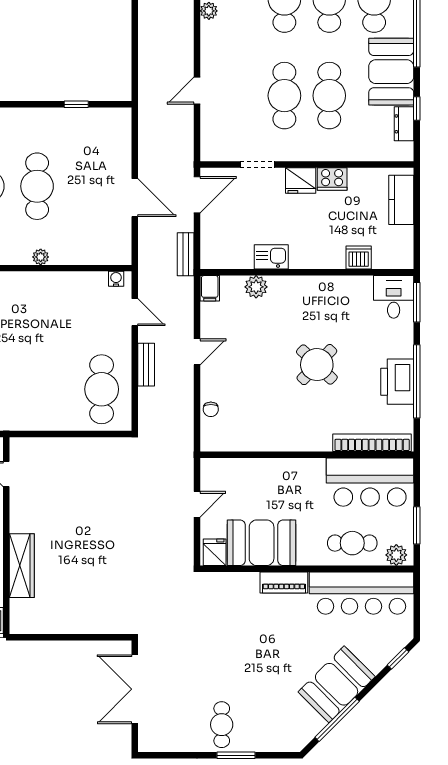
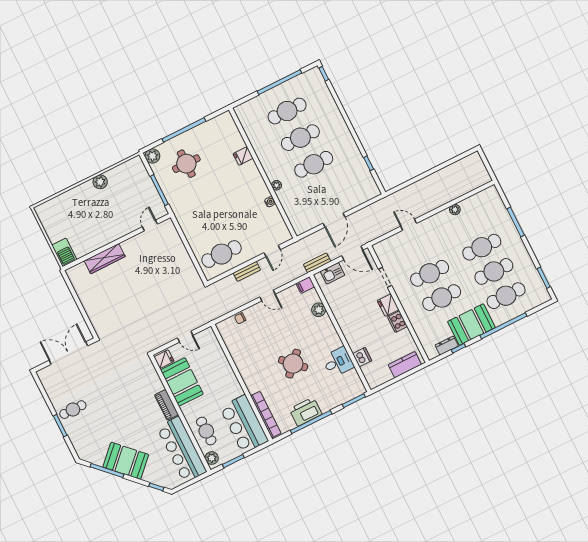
kitchen sink: (271, 257) -> (333, 273), moved, turned 90
water cooler: (116, 279) -> (270, 202), moved
desk: (394, 297) -> (338, 362), moved

